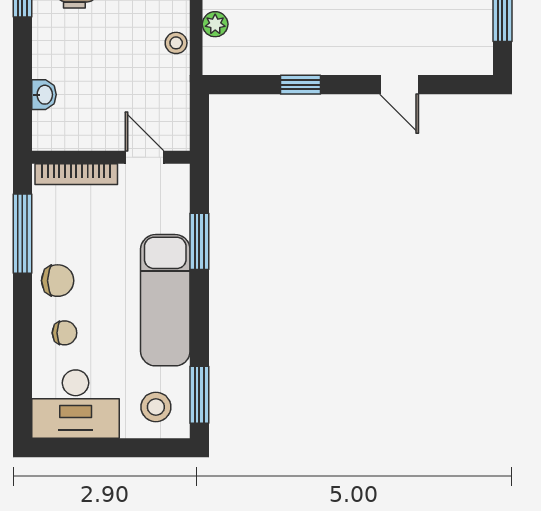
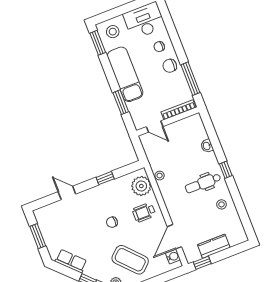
plant: (215, 24) -> (141, 186), width x1.88, depth x1.88
washbasin: (44, 95) -> (207, 146), moved

